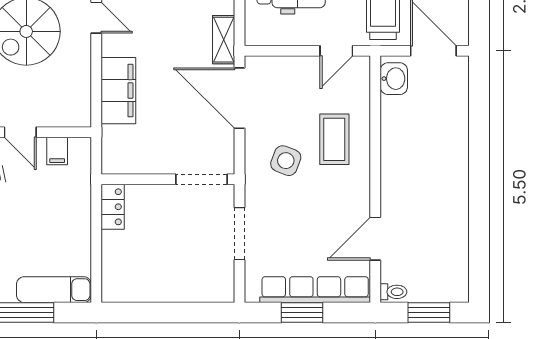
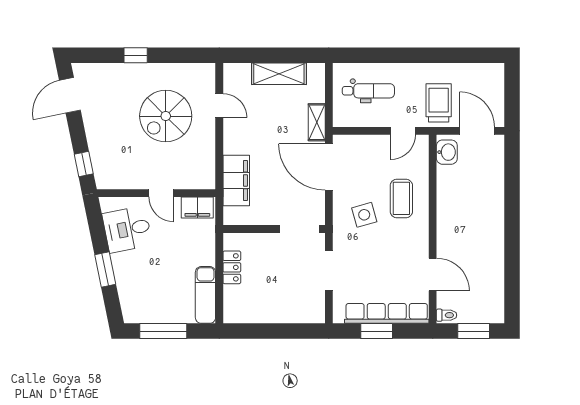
filing cabinet: (118, 91) -> (236, 180), moved
filing cabinet: (57, 151) -> (197, 207), width x2.00
side table: (286, 161) -> (364, 215), turned -37
locker: (113, 207) -> (232, 267), moved
door: (375, 239) -> (433, 275), swing flipped
exam couch: (54, 290) -> (205, 295), moved, turned -90

